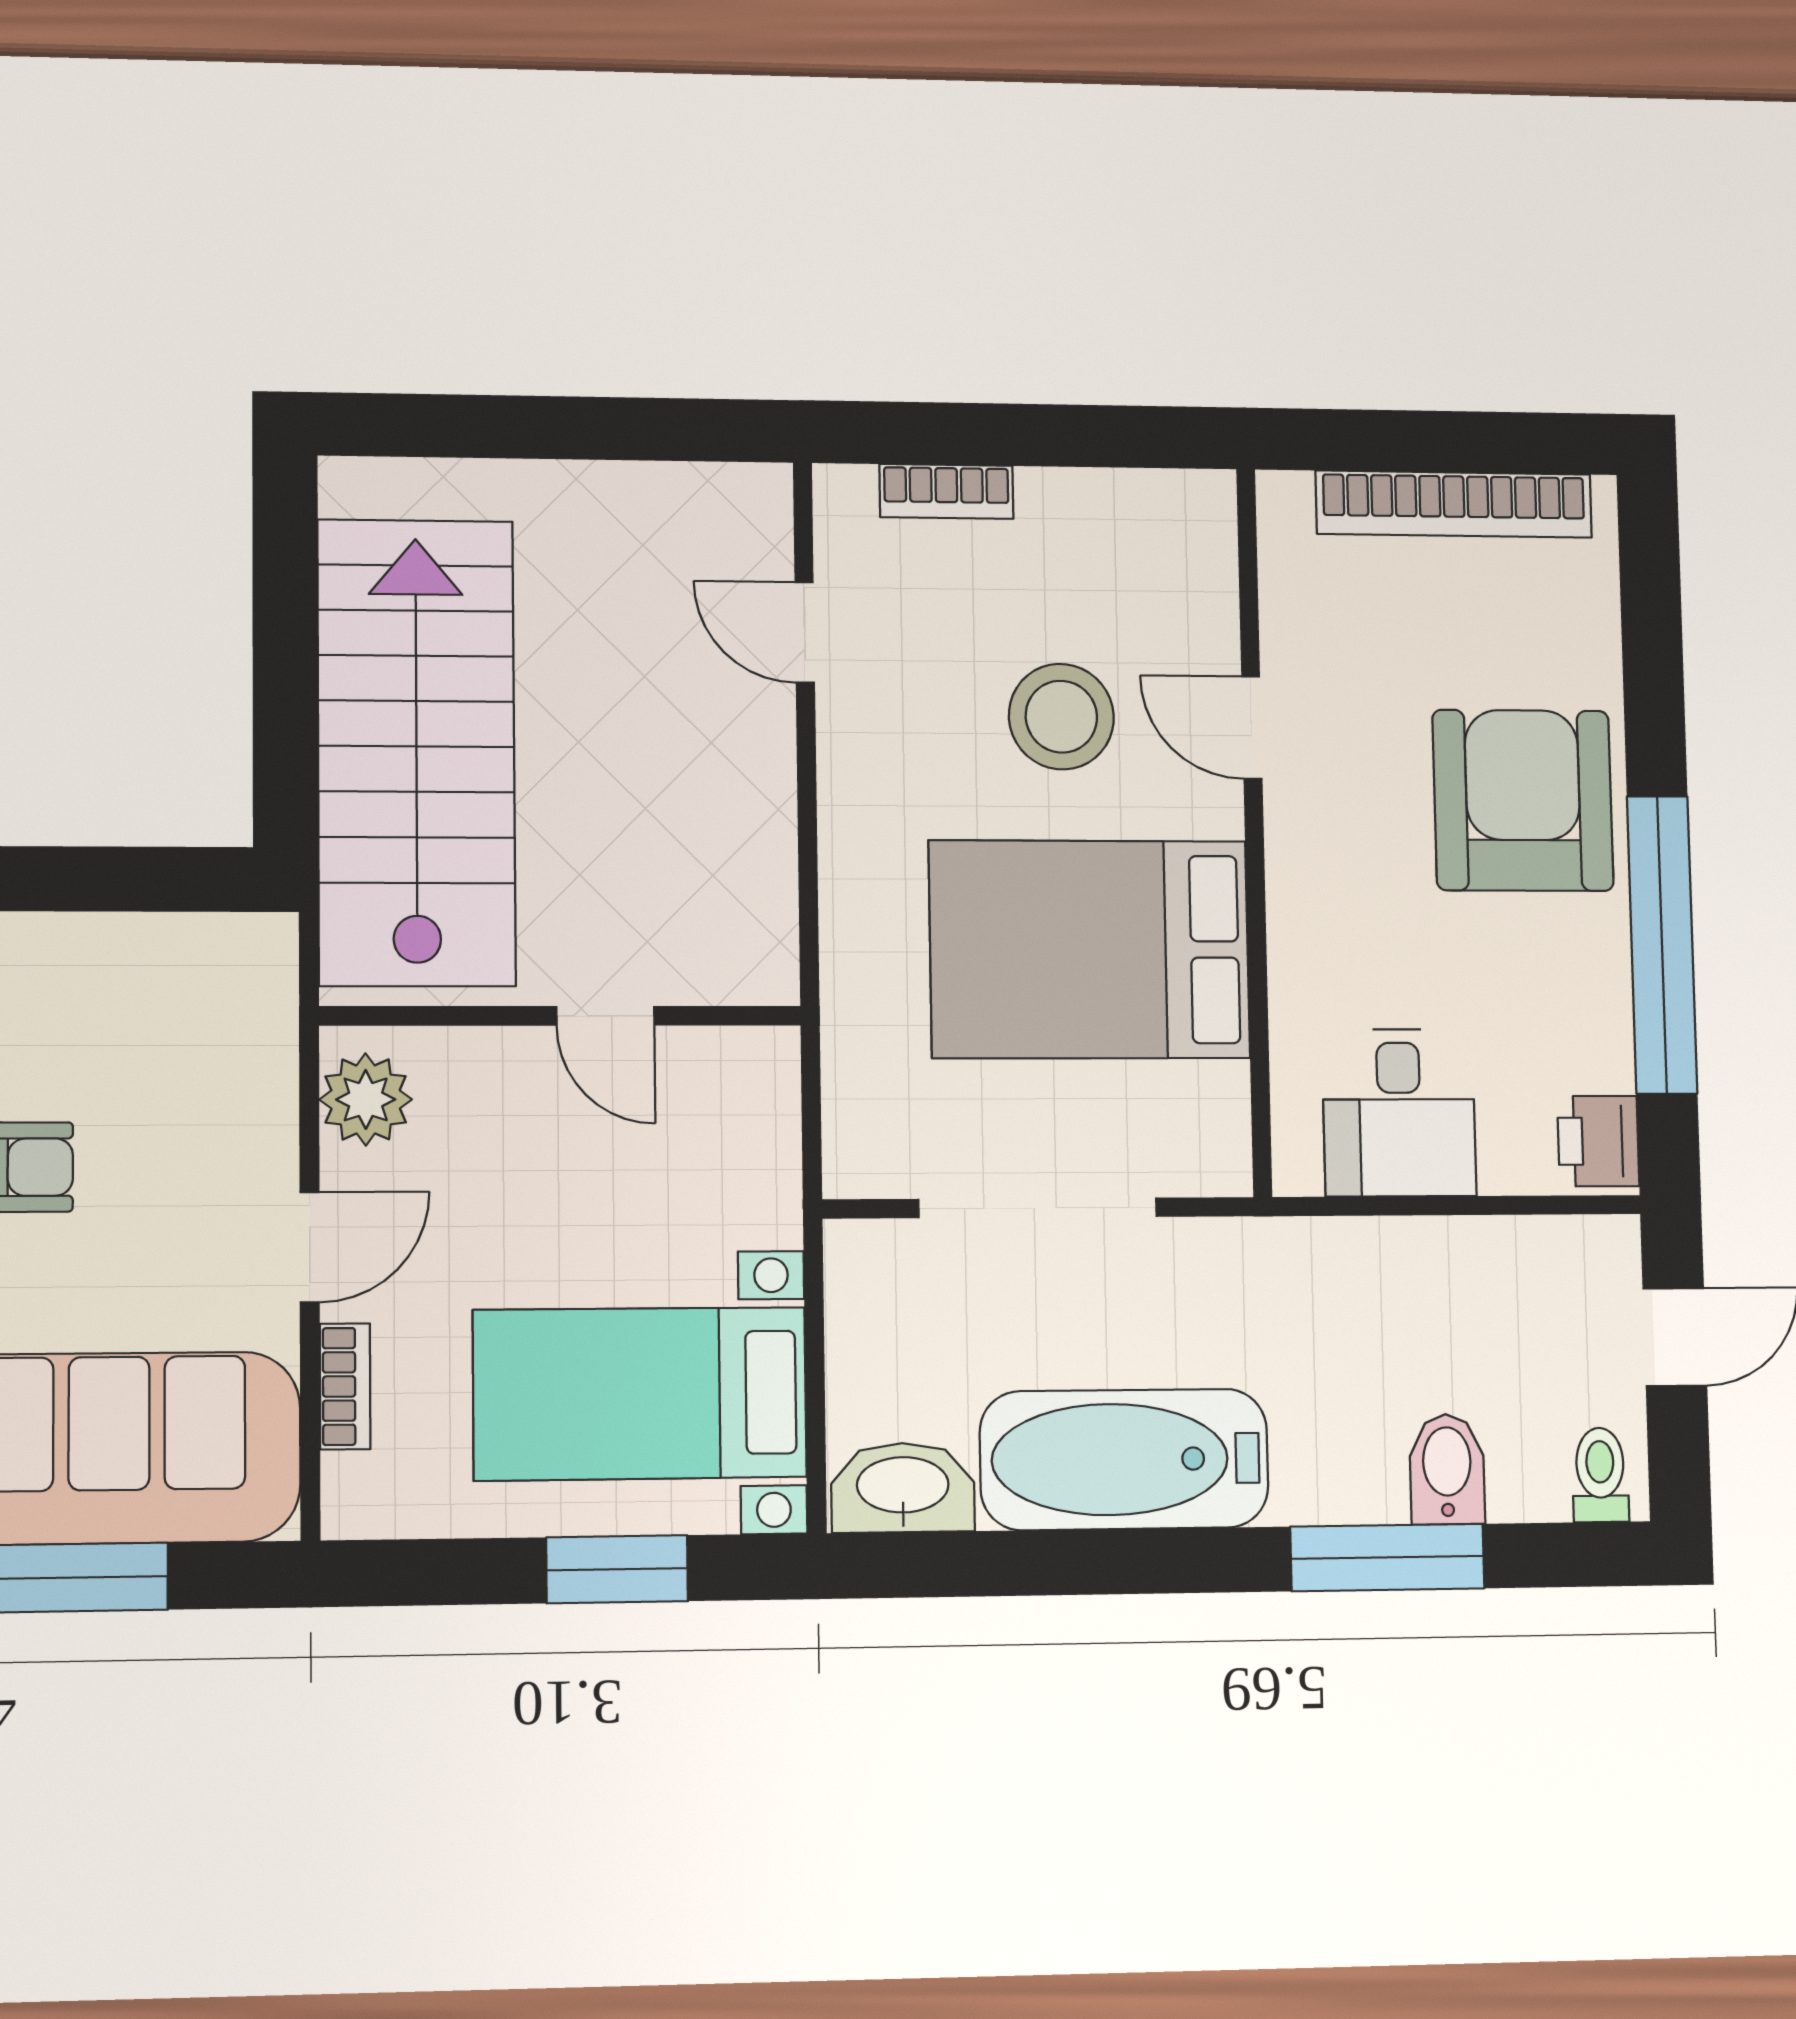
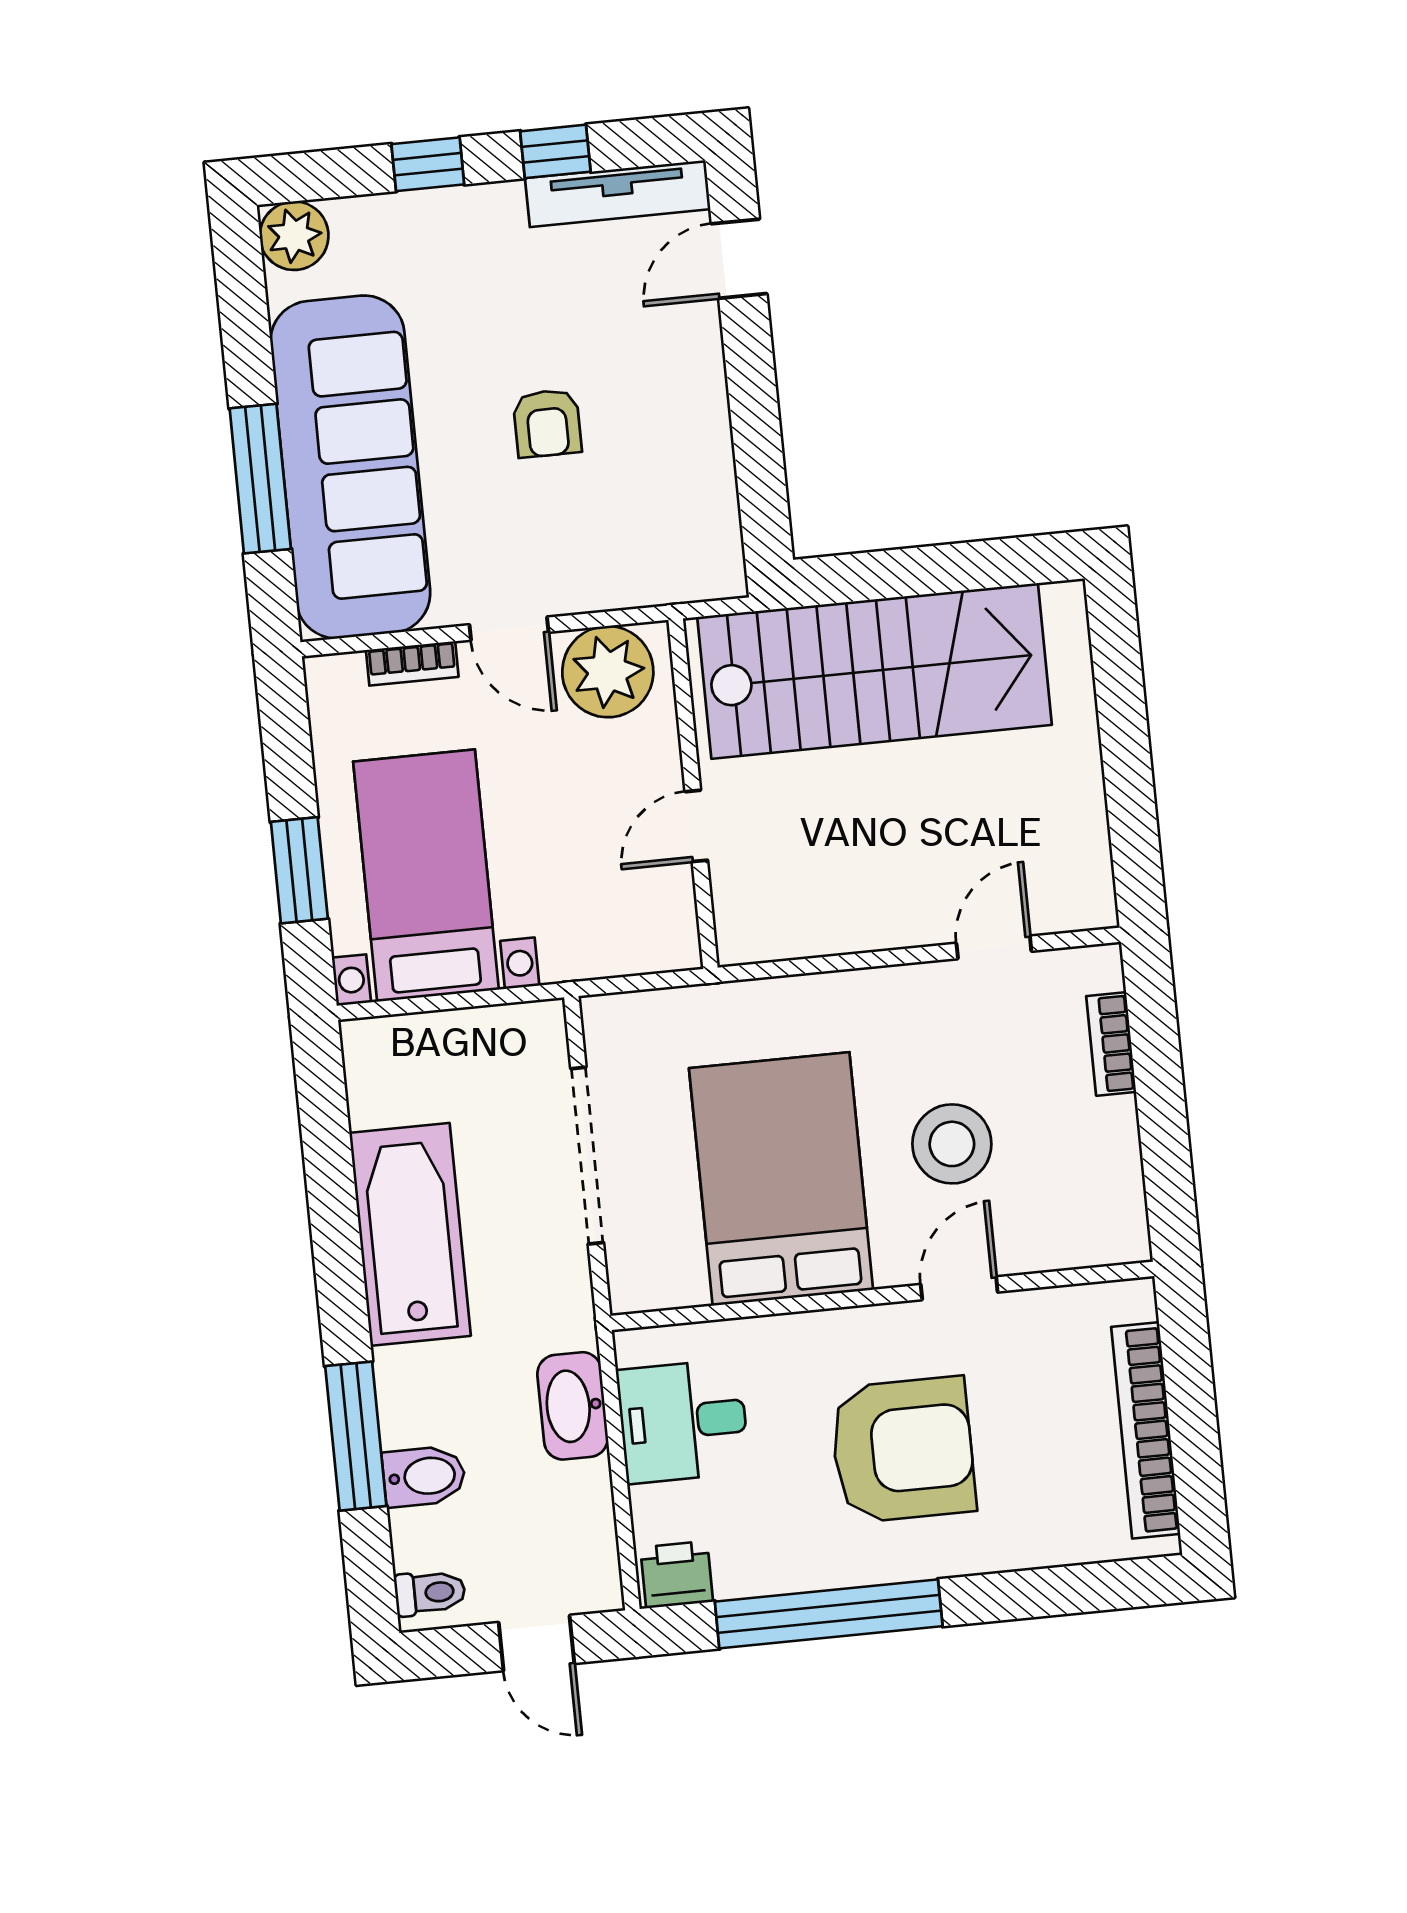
armchair: (1523, 800) -> (903, 1450), moved
plant: (366, 1099) -> (608, 672), width x1.36, depth x1.36
washbasin: (903, 1488) -> (573, 1406), moved, turned 180

